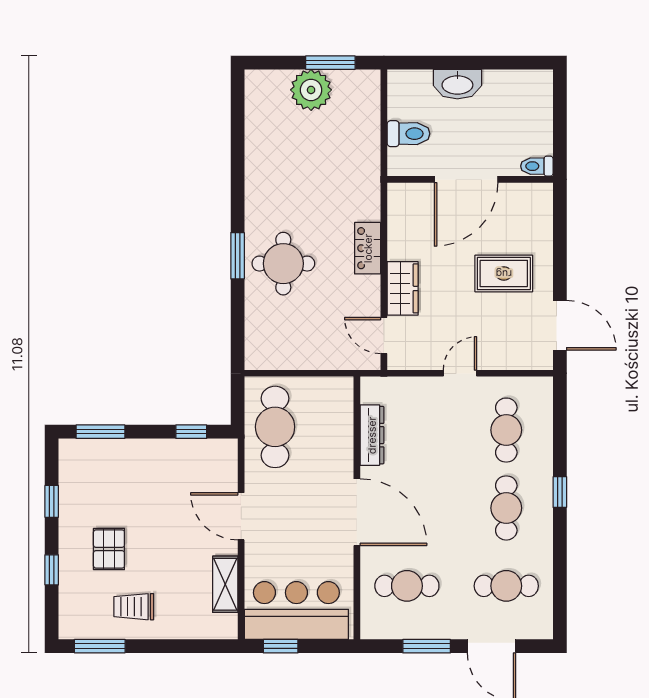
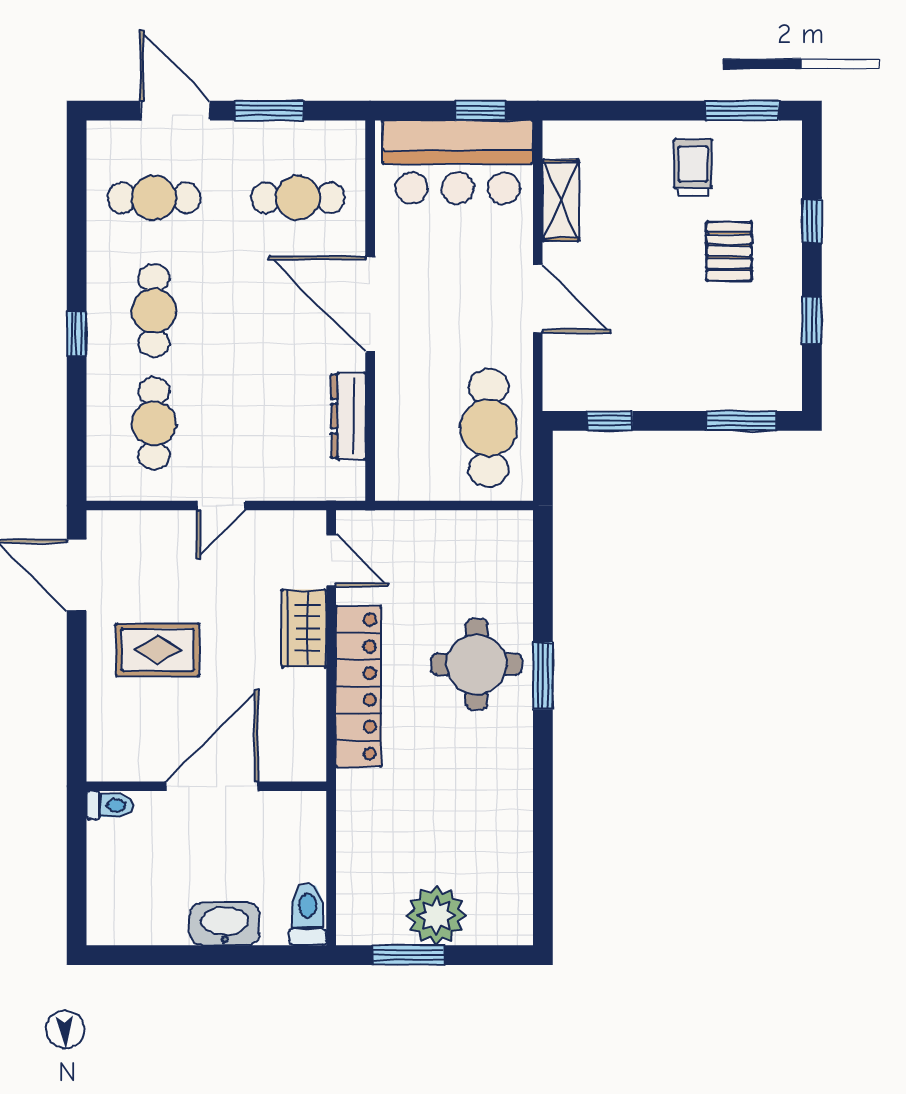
toilet: (408, 134) -> (308, 914), moved, turned 90
locker: (368, 248) -> (359, 687), width x2.16, depth x1.21
trolley: (134, 607) -> (693, 168), turned -90

